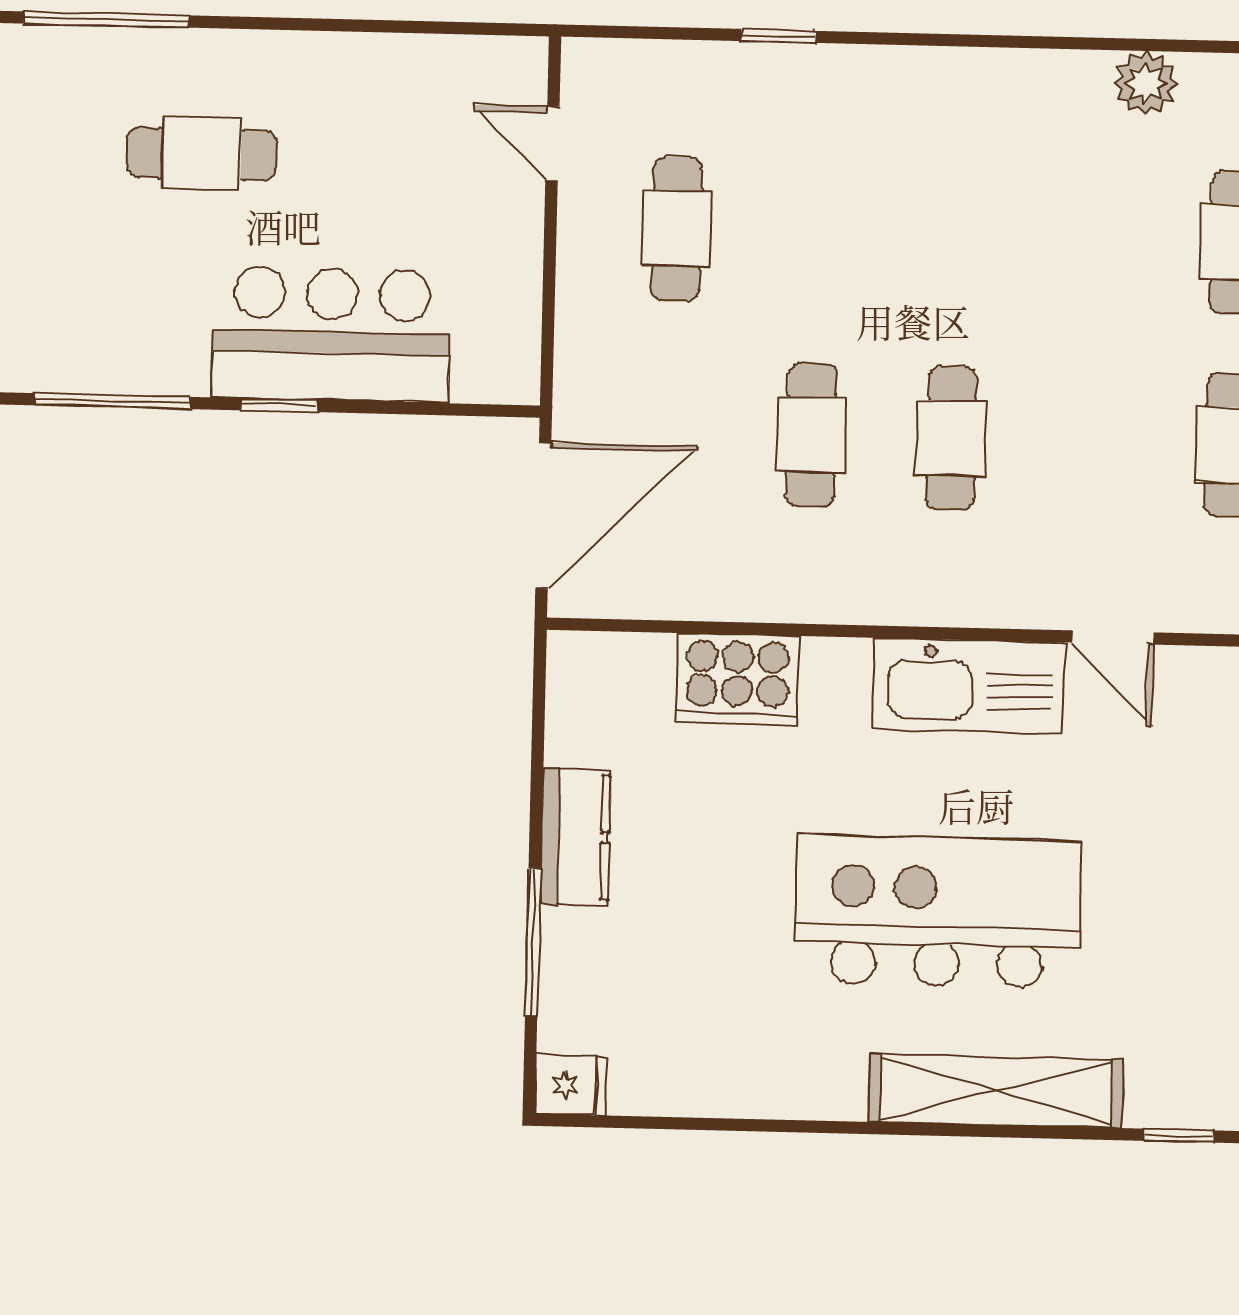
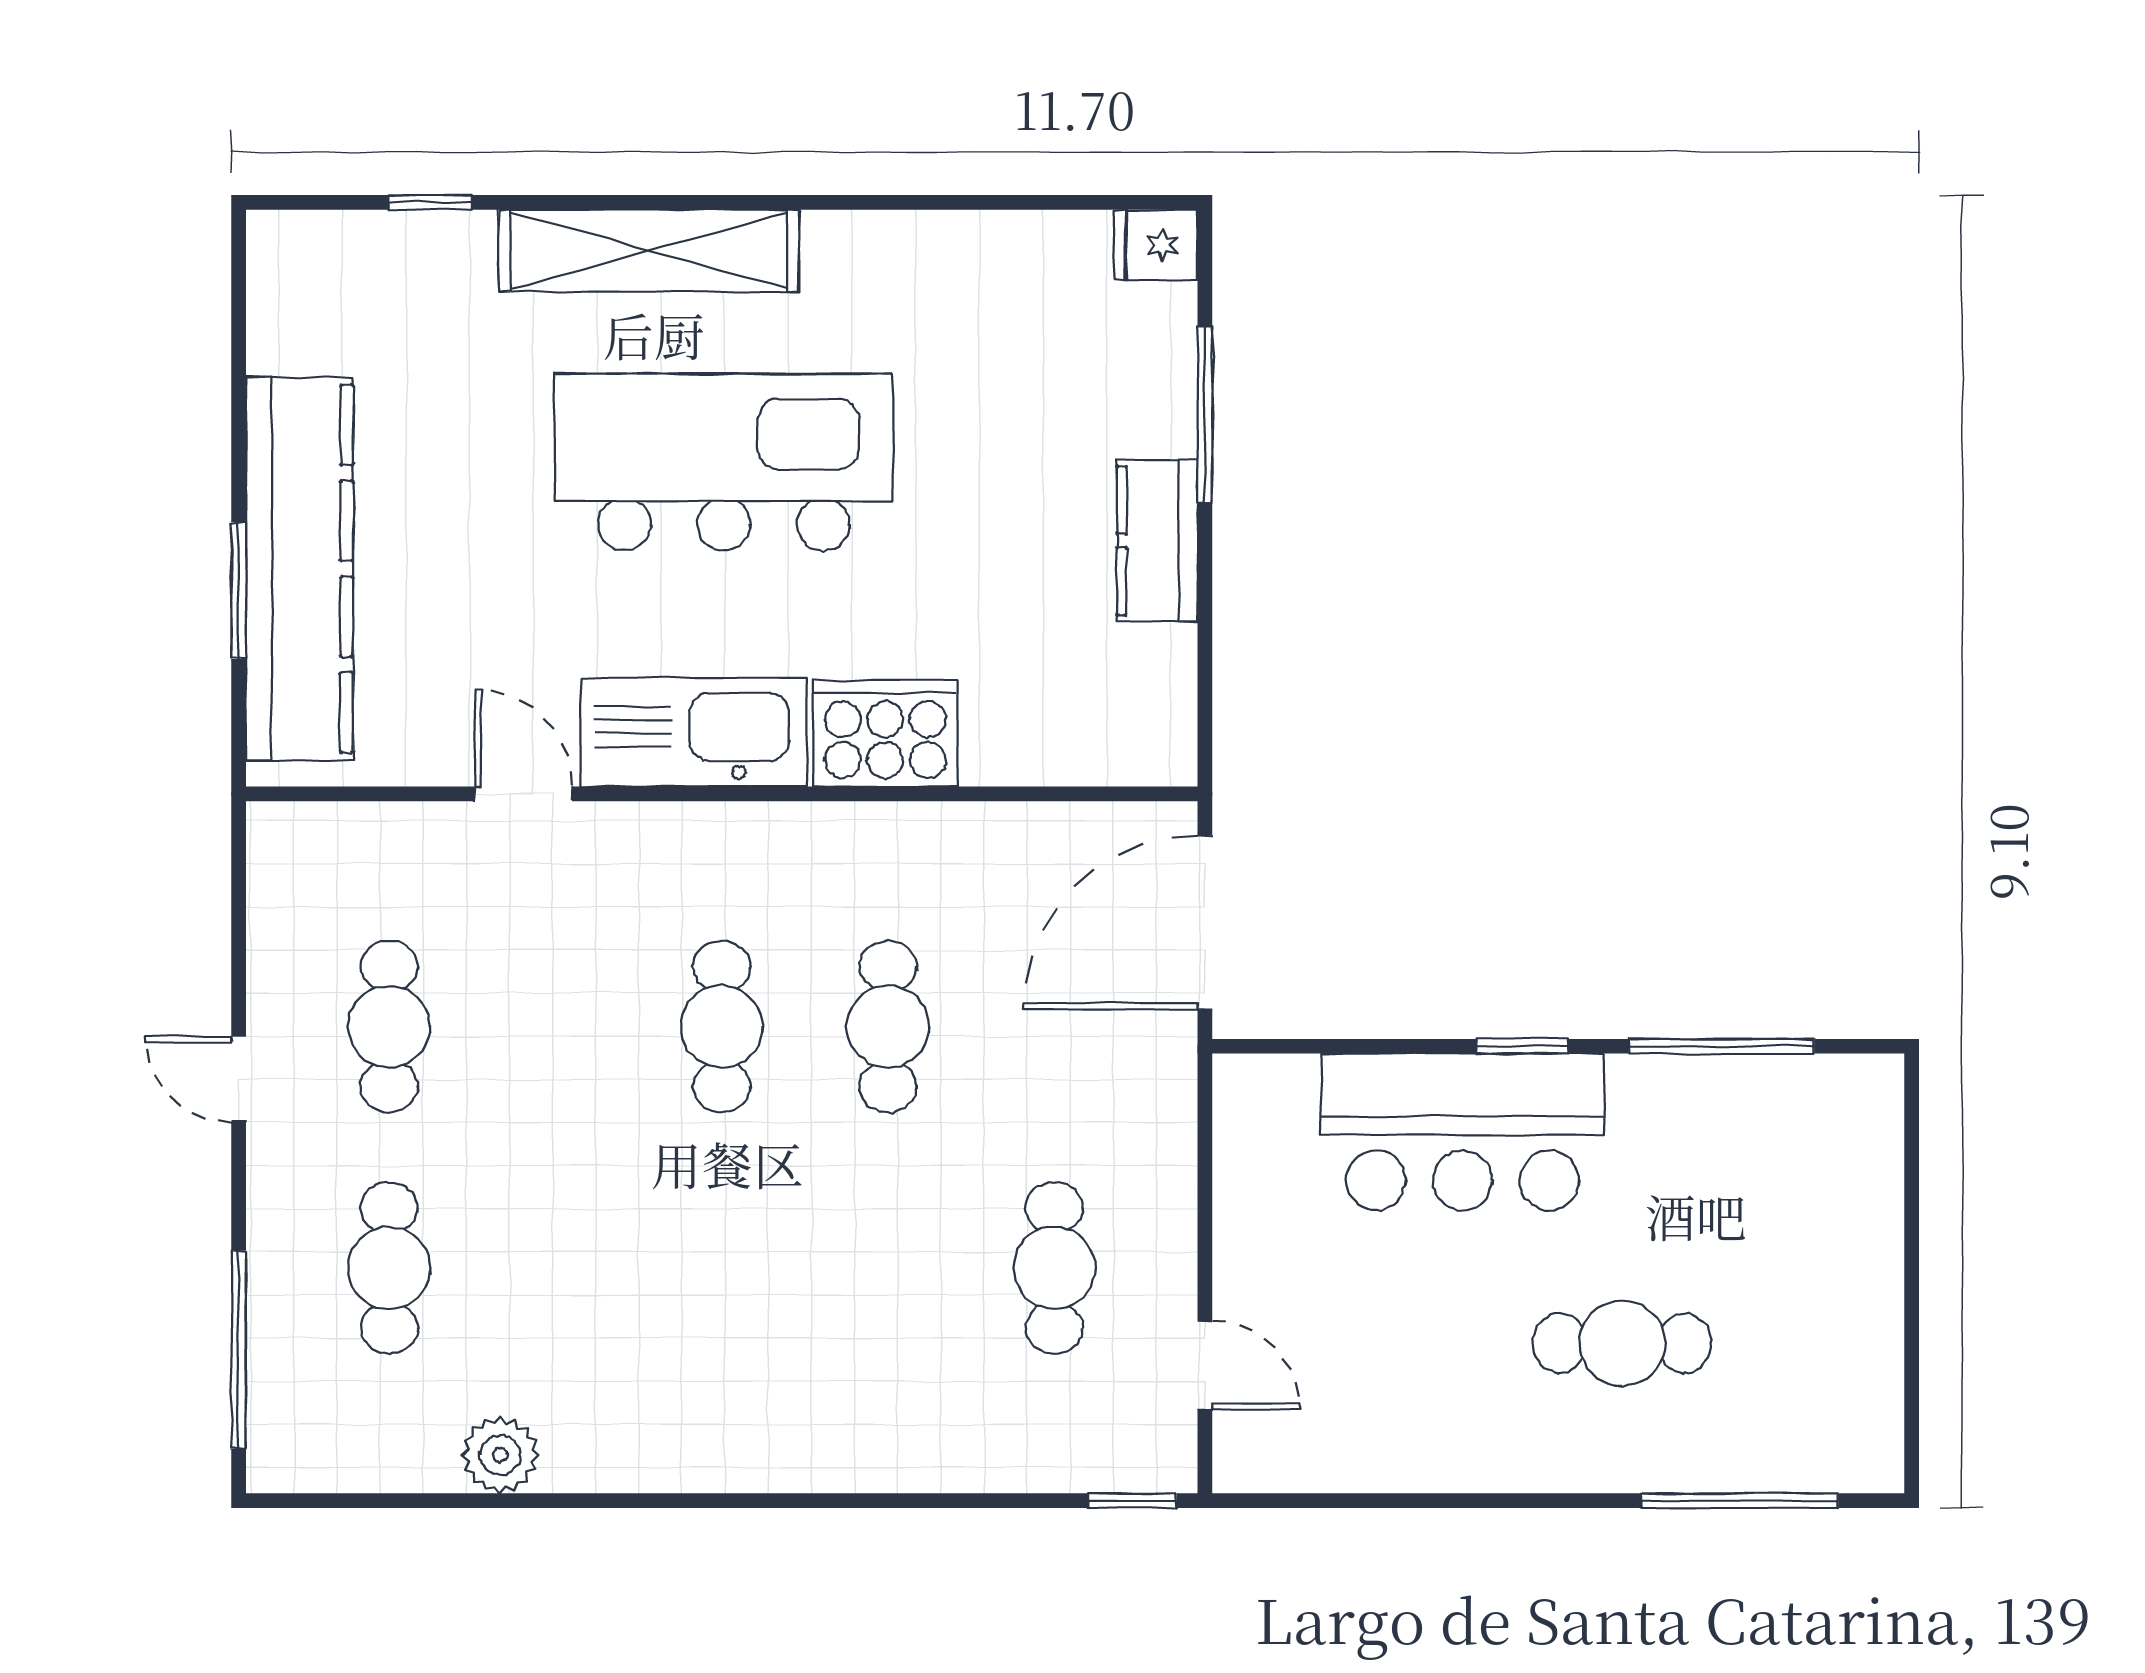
window: (779, 36) -> (1132, 1501), moved
cooker: (737, 679) -> (885, 733), moved
kitchen island: (938, 912) -> (724, 462), turned 180

